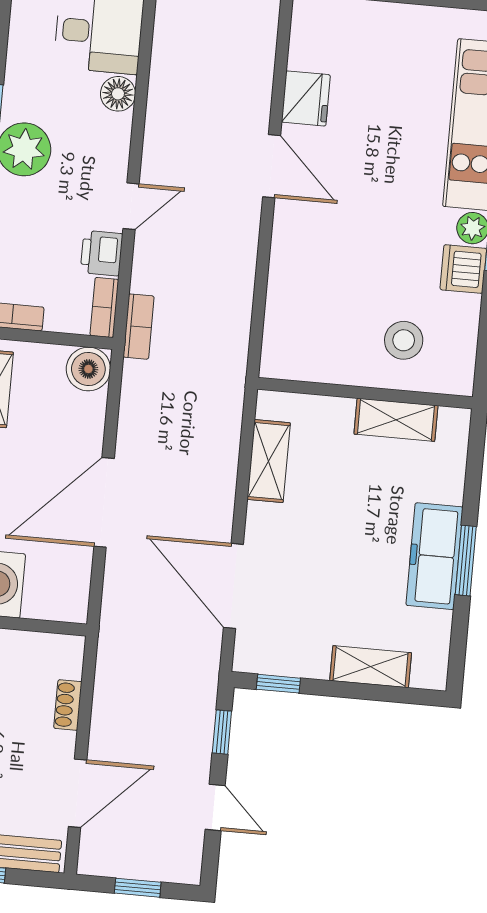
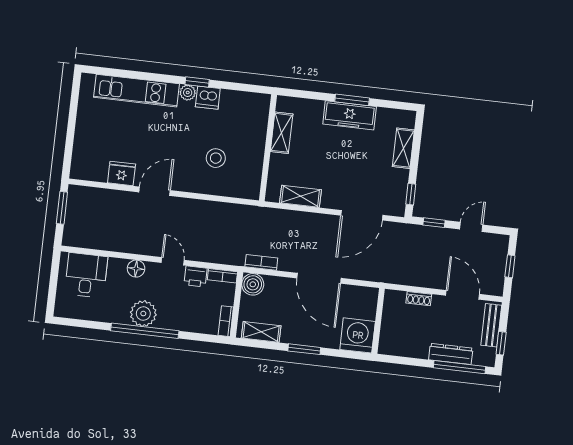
floor lamp: (118, 94) -> (136, 269), moved
bookcase: (139, 327) -> (261, 262), moved
stool: (404, 340) -> (216, 158), moved

